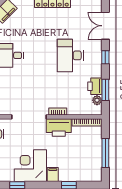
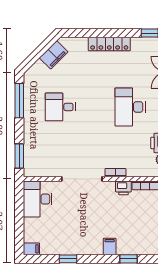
printer: (59, 127) -> (123, 188), width x0.53, depth x0.68
corner desk: (30, 166) -> (84, 236), removed

